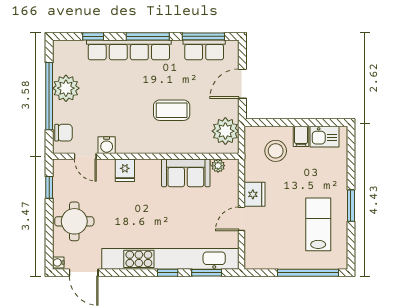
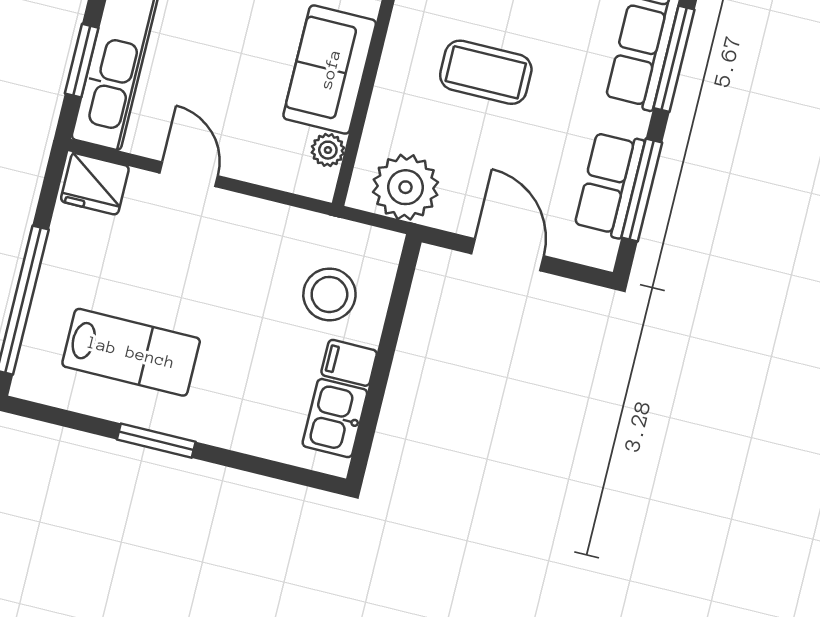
coffee table: (172, 110) -> (486, 72), turned 90
fridge: (254, 194) -> (95, 184), moved

